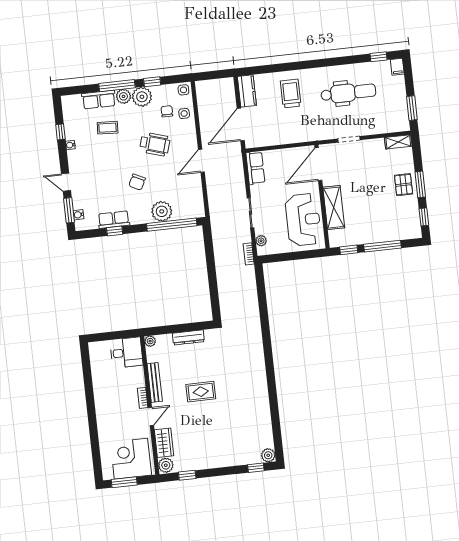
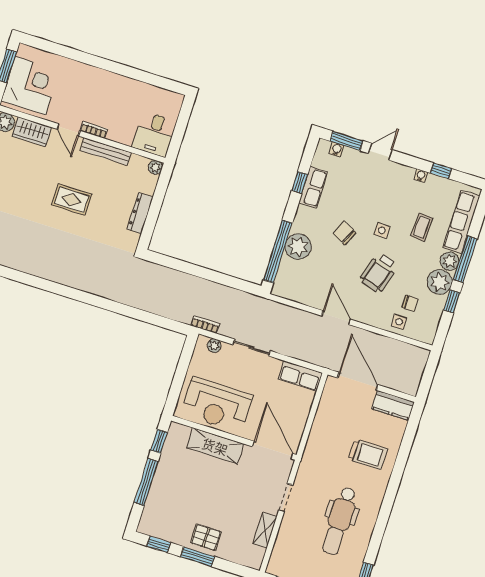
side table: (183, 90) -> (382, 231), moved
row of seats: (99, 100) -> (461, 222), width x1.48
shelving: (398, 142) -> (265, 530), moved
rug: (201, 392) -> (72, 200), turned 90

